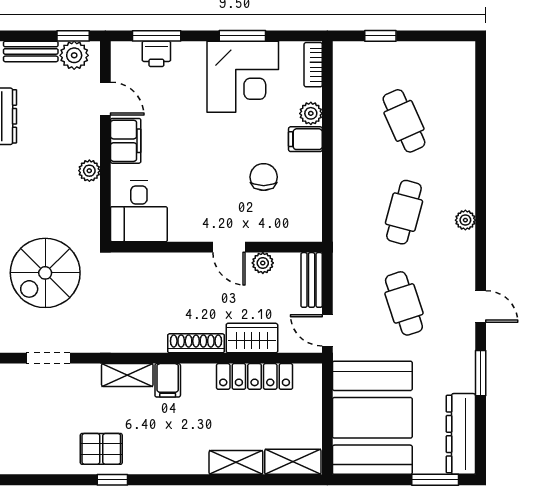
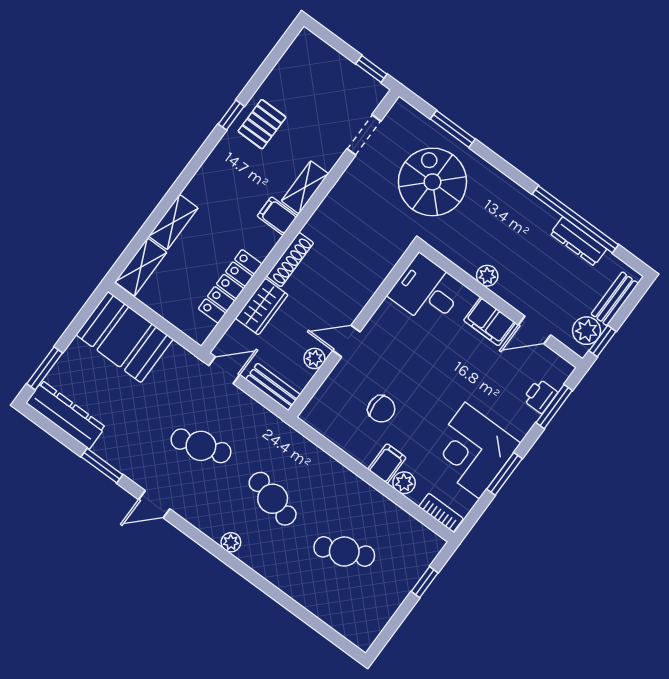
booth: (372, 418) -> (125, 337), width x0.73, depth x0.70

